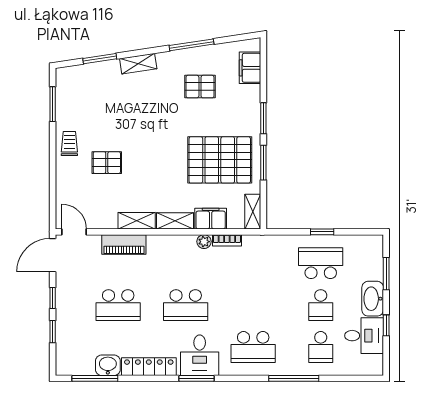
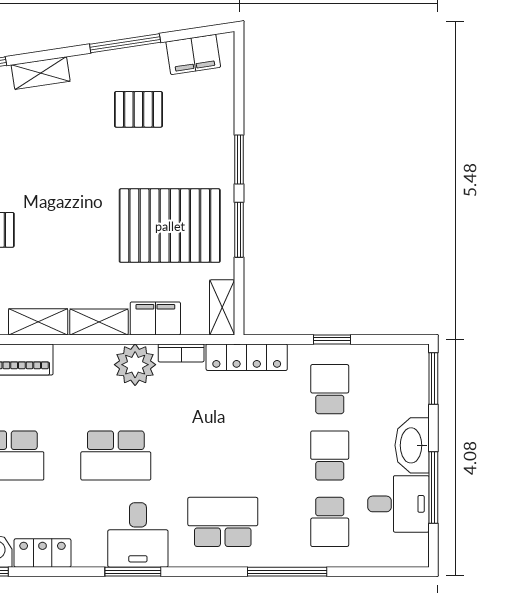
filing cabinet: (250, 68) -> (193, 54), moved, turned -99
plant: (204, 242) -> (135, 365), width x1.88, depth x1.88
locker: (268, 243) -> (247, 357), added
school desk: (321, 263) -> (330, 389), width x0.54
window: (386, 274) -> (433, 379), moved
school desk: (321, 305) -> (330, 456), turned 180
window: (386, 325) -> (433, 488), width x2.17
school desk: (253, 347) -> (223, 522), turned 180
locker: (149, 367) -> (42, 553), width x0.66

